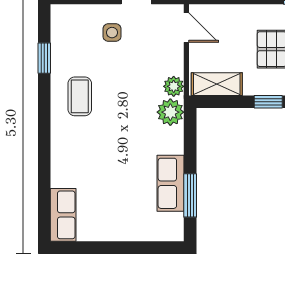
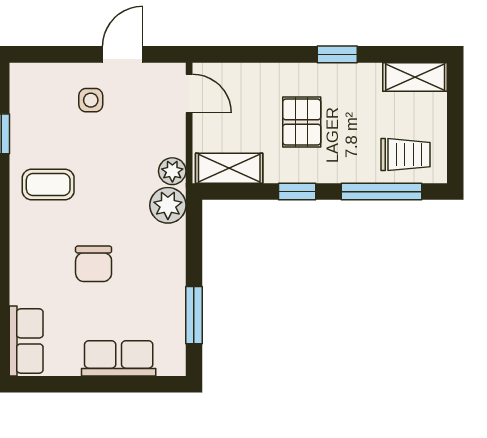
coffee table: (80, 96) -> (48, 184), turned 90
chair: (114, 156) -> (94, 264), added
row of seats: (171, 183) -> (119, 358), moved, turned 90

